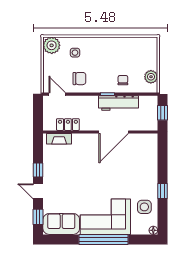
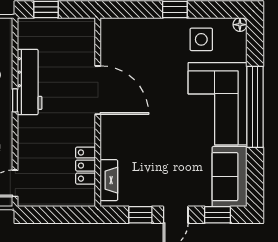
locker: (68, 125) -> (86, 166), moved
wall: (100, 132) -> (98, 112), moved
door: (114, 132) -> (98, 90), moved
fireplace: (59, 139) -> (109, 180), moved

